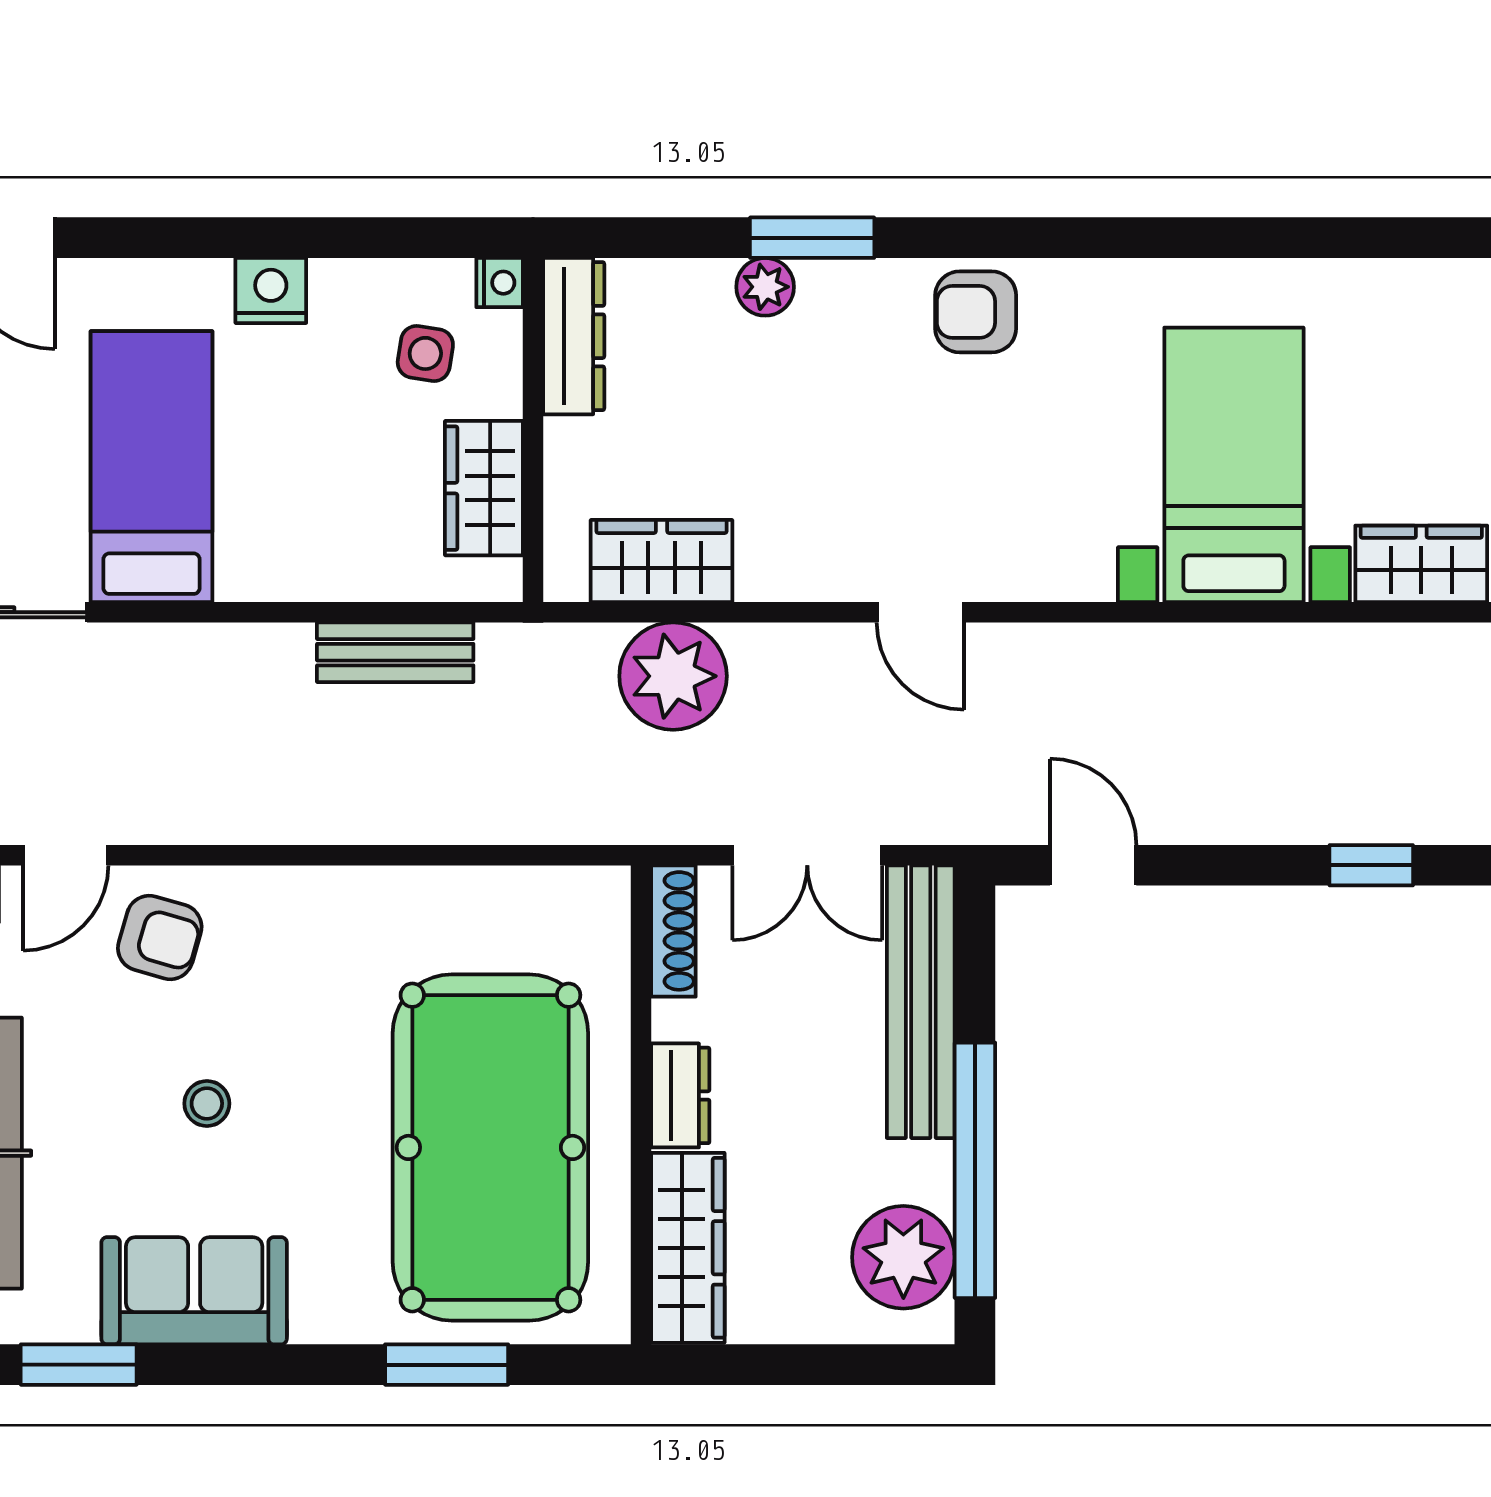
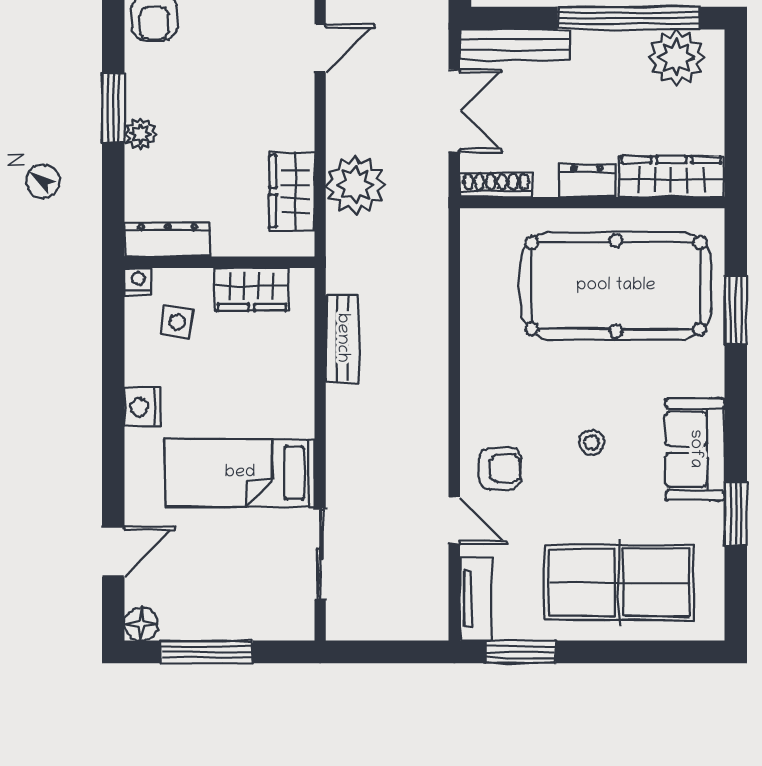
armchair: (160, 937) -> (500, 468), turned 74
bench: (921, 1002) -> (515, 45), width x0.73, depth x0.82

